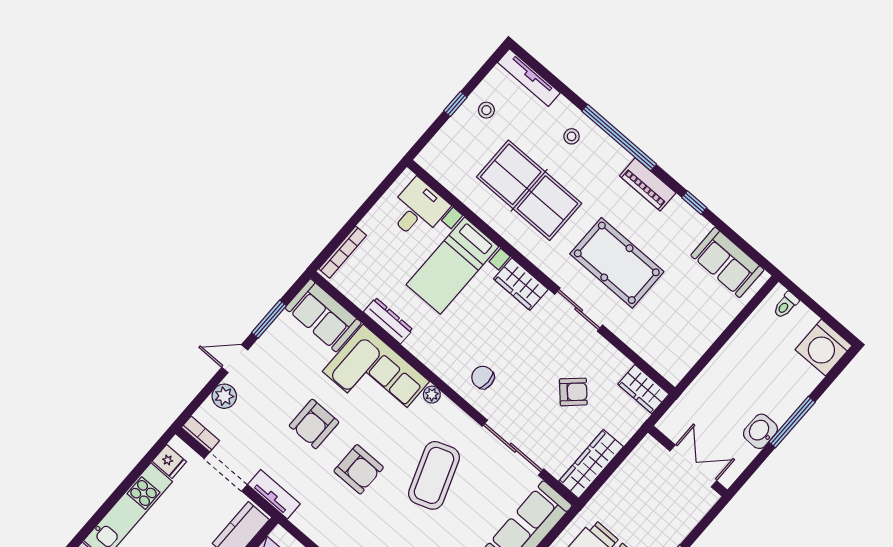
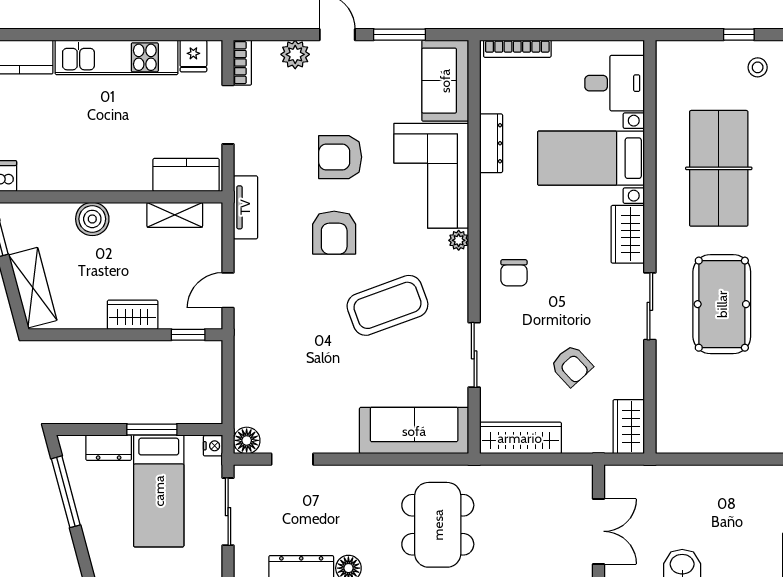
chair: (483, 377) -> (514, 273), turned 180
sliding door: (513, 448) -> (474, 355), width x0.73
tv unit: (274, 494) -> (245, 207), moved

